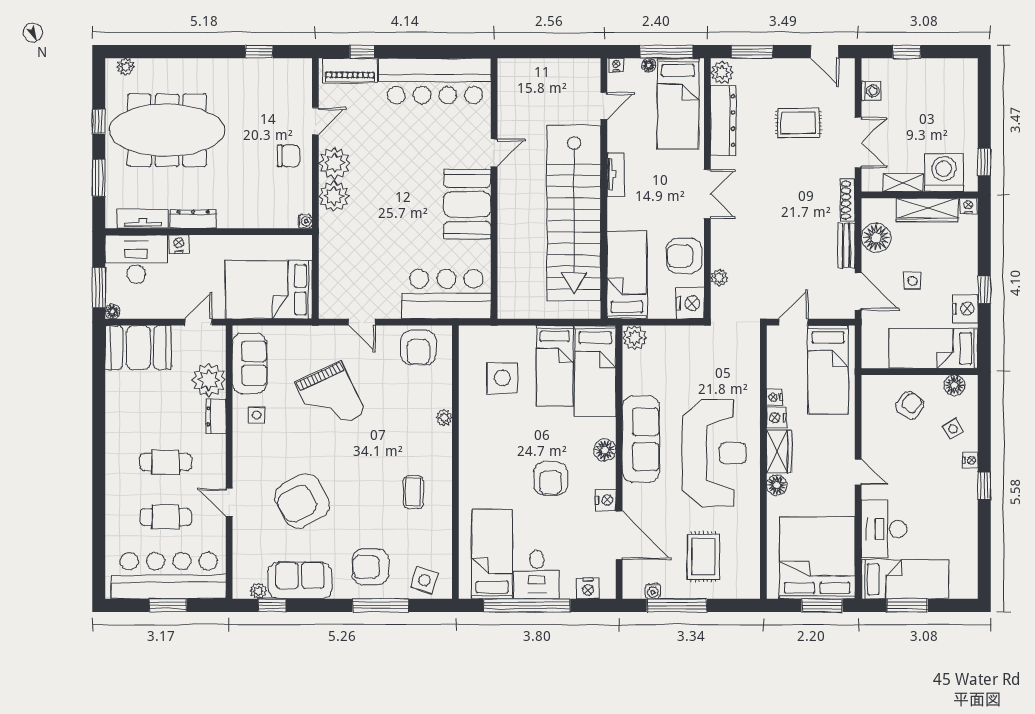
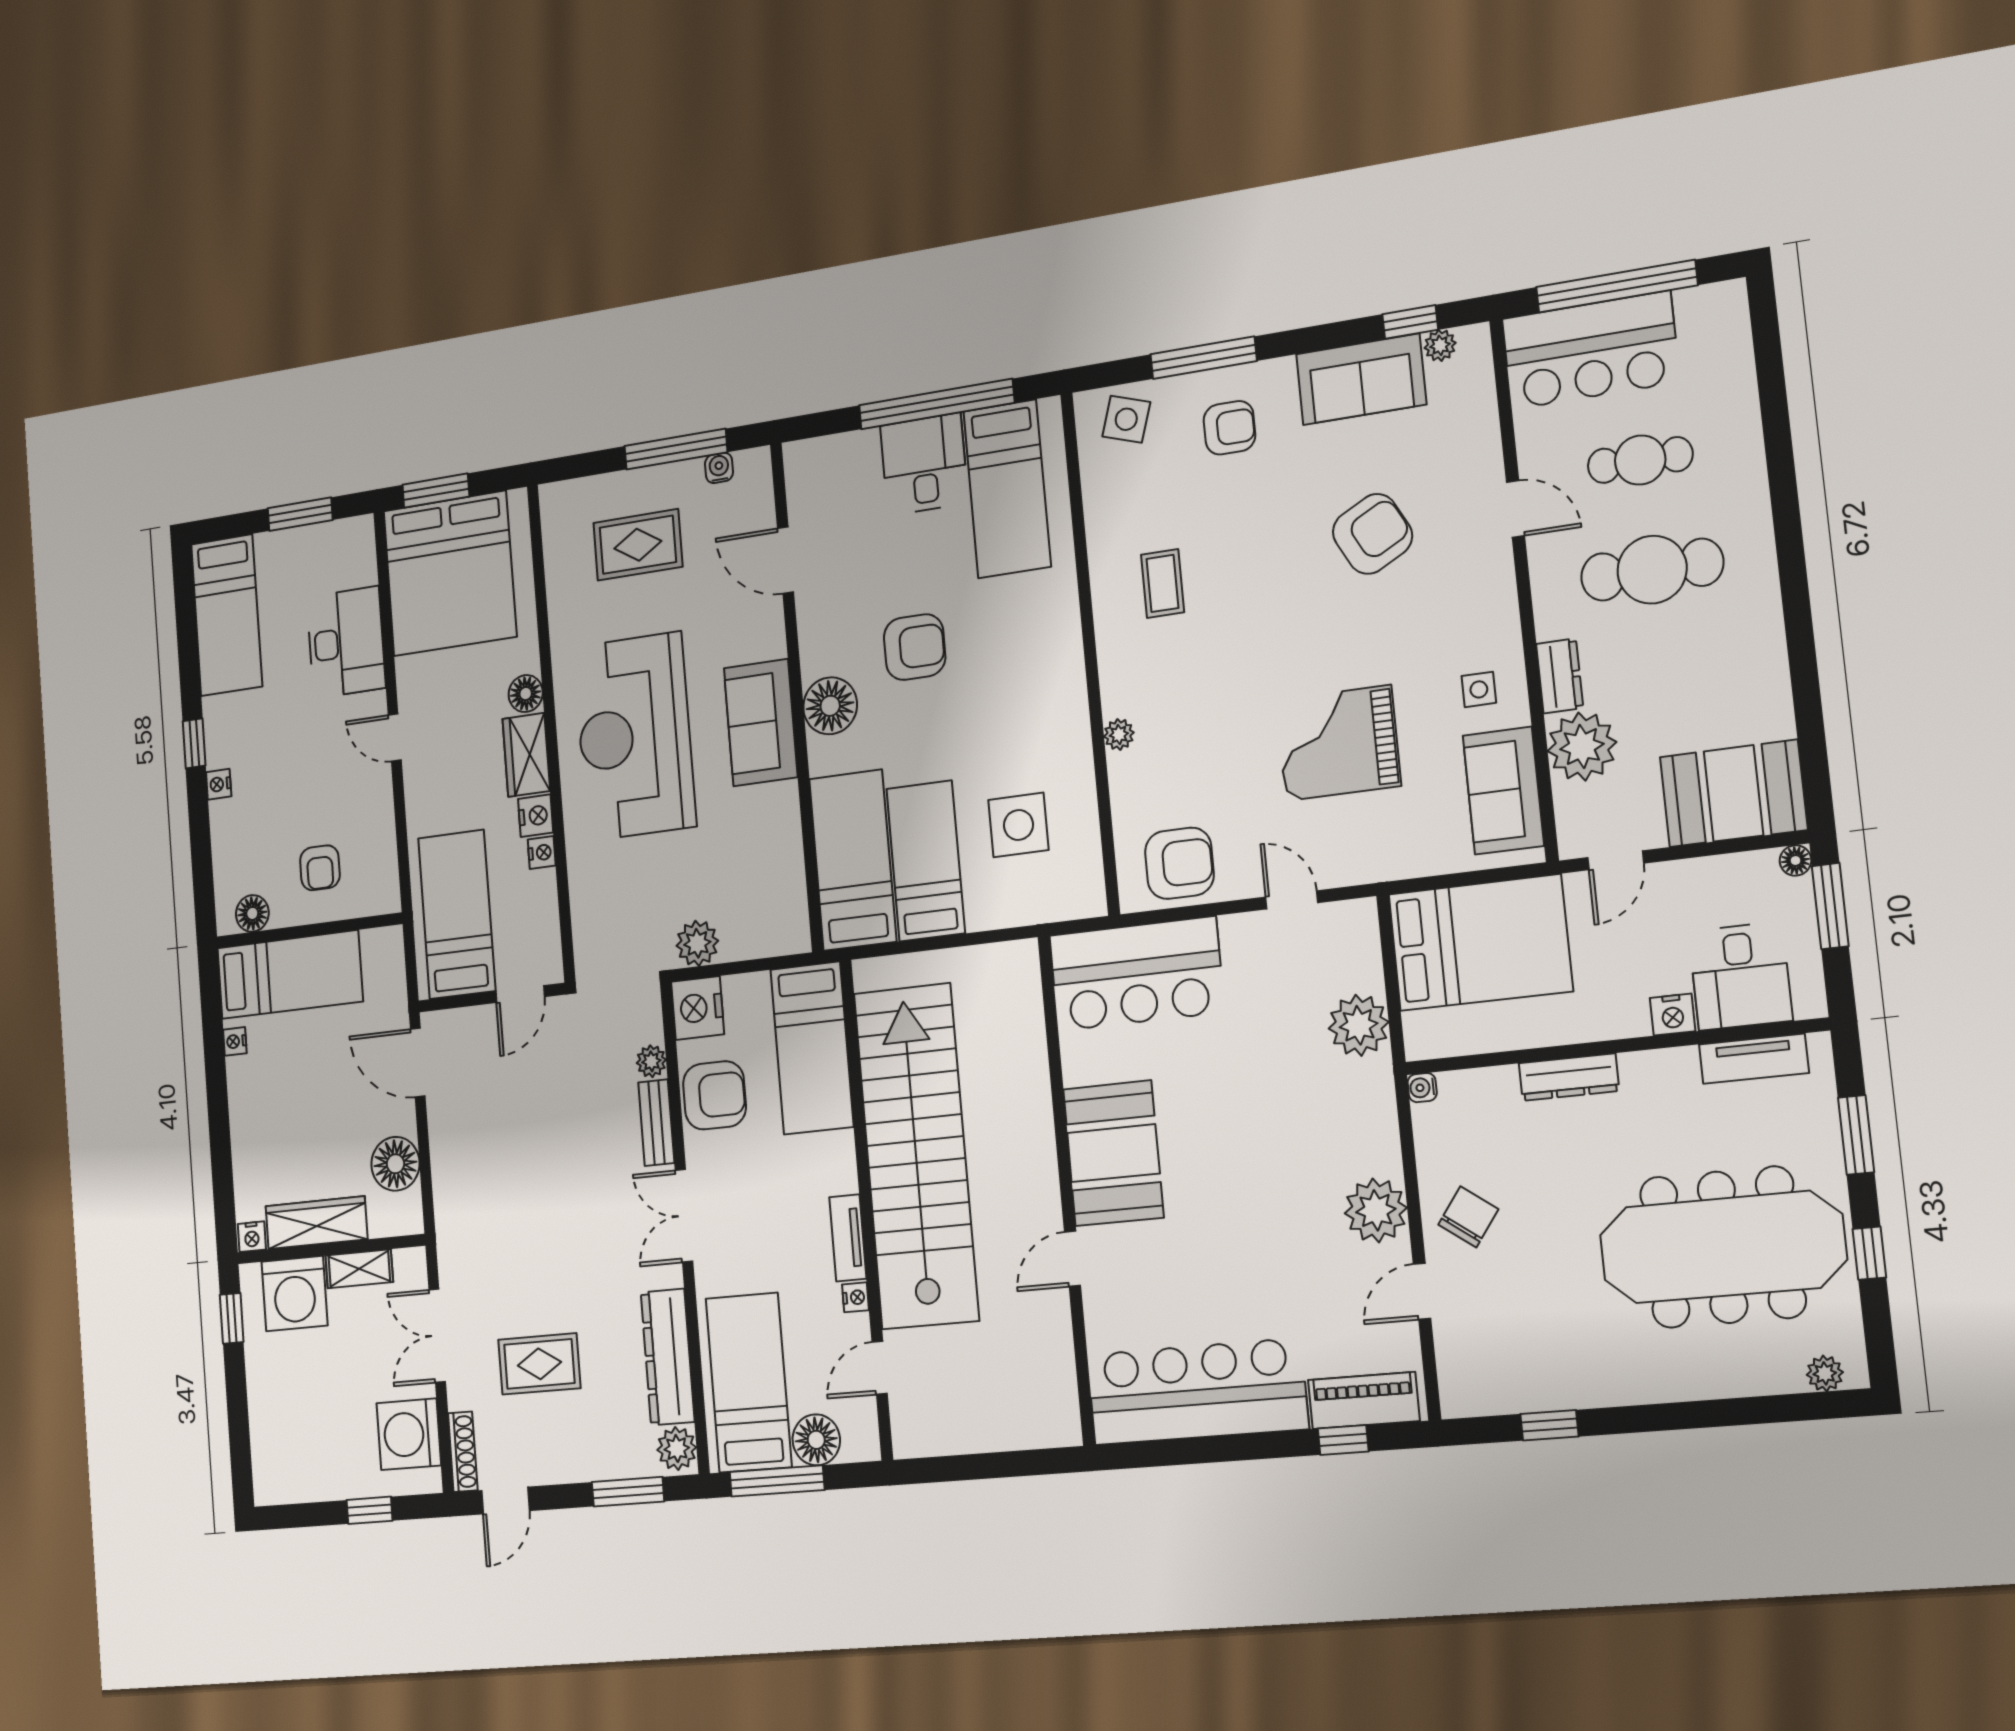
door: (824, 52) -> (505, 1501), swing flipped
nightstand: (616, 65) -> (856, 1297), moved, turned -90
floor lamp: (649, 65) -> (816, 1440), width x1.89, depth x1.89
washing machine: (871, 91) -> (409, 1434), width x1.89, depth x1.89
chair: (289, 156) -> (1468, 1217), turned 126
plant: (334, 196) -> (1359, 1025), moved
shoe rack: (848, 200) -> (463, 1452), moved
dresser: (193, 219) -> (1569, 1077), moved
bench: (846, 246) -> (656, 1123), moved
desk: (136, 259) -> (1740, 976), width x0.73
side table: (913, 281) -> (331, 1092), removed
window: (984, 290) -> (217, 1089), removed
nightstand: (965, 309) -> (235, 1041), width x0.53, depth x0.56
plant: (635, 338) -> (697, 943), moved
armchair: (418, 348) -> (1179, 863), turned 90
grand piano: (330, 398) -> (1338, 743), turned -65
armchair: (910, 405) -> (320, 868), turned -37
side table: (953, 429) -> (250, 836), removed
sofa: (641, 439) -> (761, 723), width x0.73
floor lamp: (605, 450) -> (830, 706), width x1.38, depth x1.38
cafe table: (166, 462) -> (1652, 570), width x1.37, depth x1.35
armchair: (551, 479) -> (915, 647), turned 90
nightstand: (606, 500) -> (814, 622), removed
armchair: (302, 501) -> (1372, 534), width x0.73, depth x0.73
door: (619, 535) -> (785, 560), width x0.73
rug: (704, 557) -> (638, 545), turned 90
armchair: (370, 567) -> (1229, 428), width x0.72, depth x0.72
bar counter: (169, 576) -> (1591, 350), width x0.73
bed: (905, 579) -> (227, 615), moved, turned -90
nightstand: (588, 588) -> (831, 454), removed
window: (168, 605) -> (1617, 286), width x2.11

